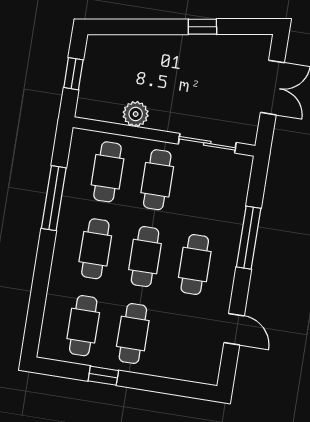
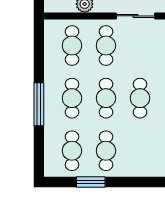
window: (54, 198) -> (39, 104), moved
window: (103, 376) -> (91, 182), width x1.50

